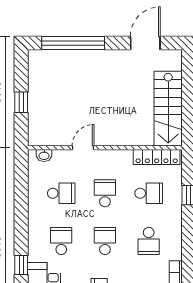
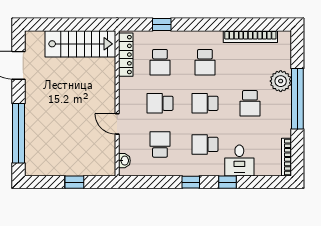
school desk: (149, 193) -> (160, 62), turned 180
window: (21, 226) -> (191, 182), added
school desk: (149, 241) -> (205, 62), turned 90

